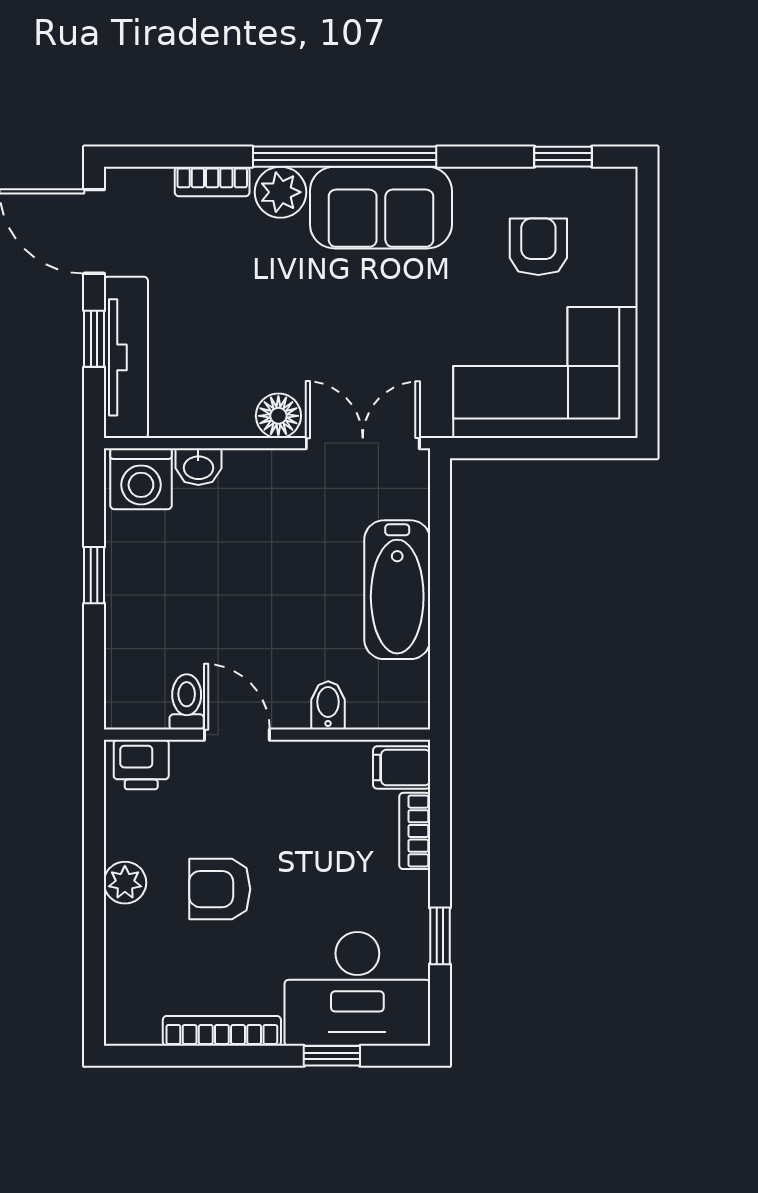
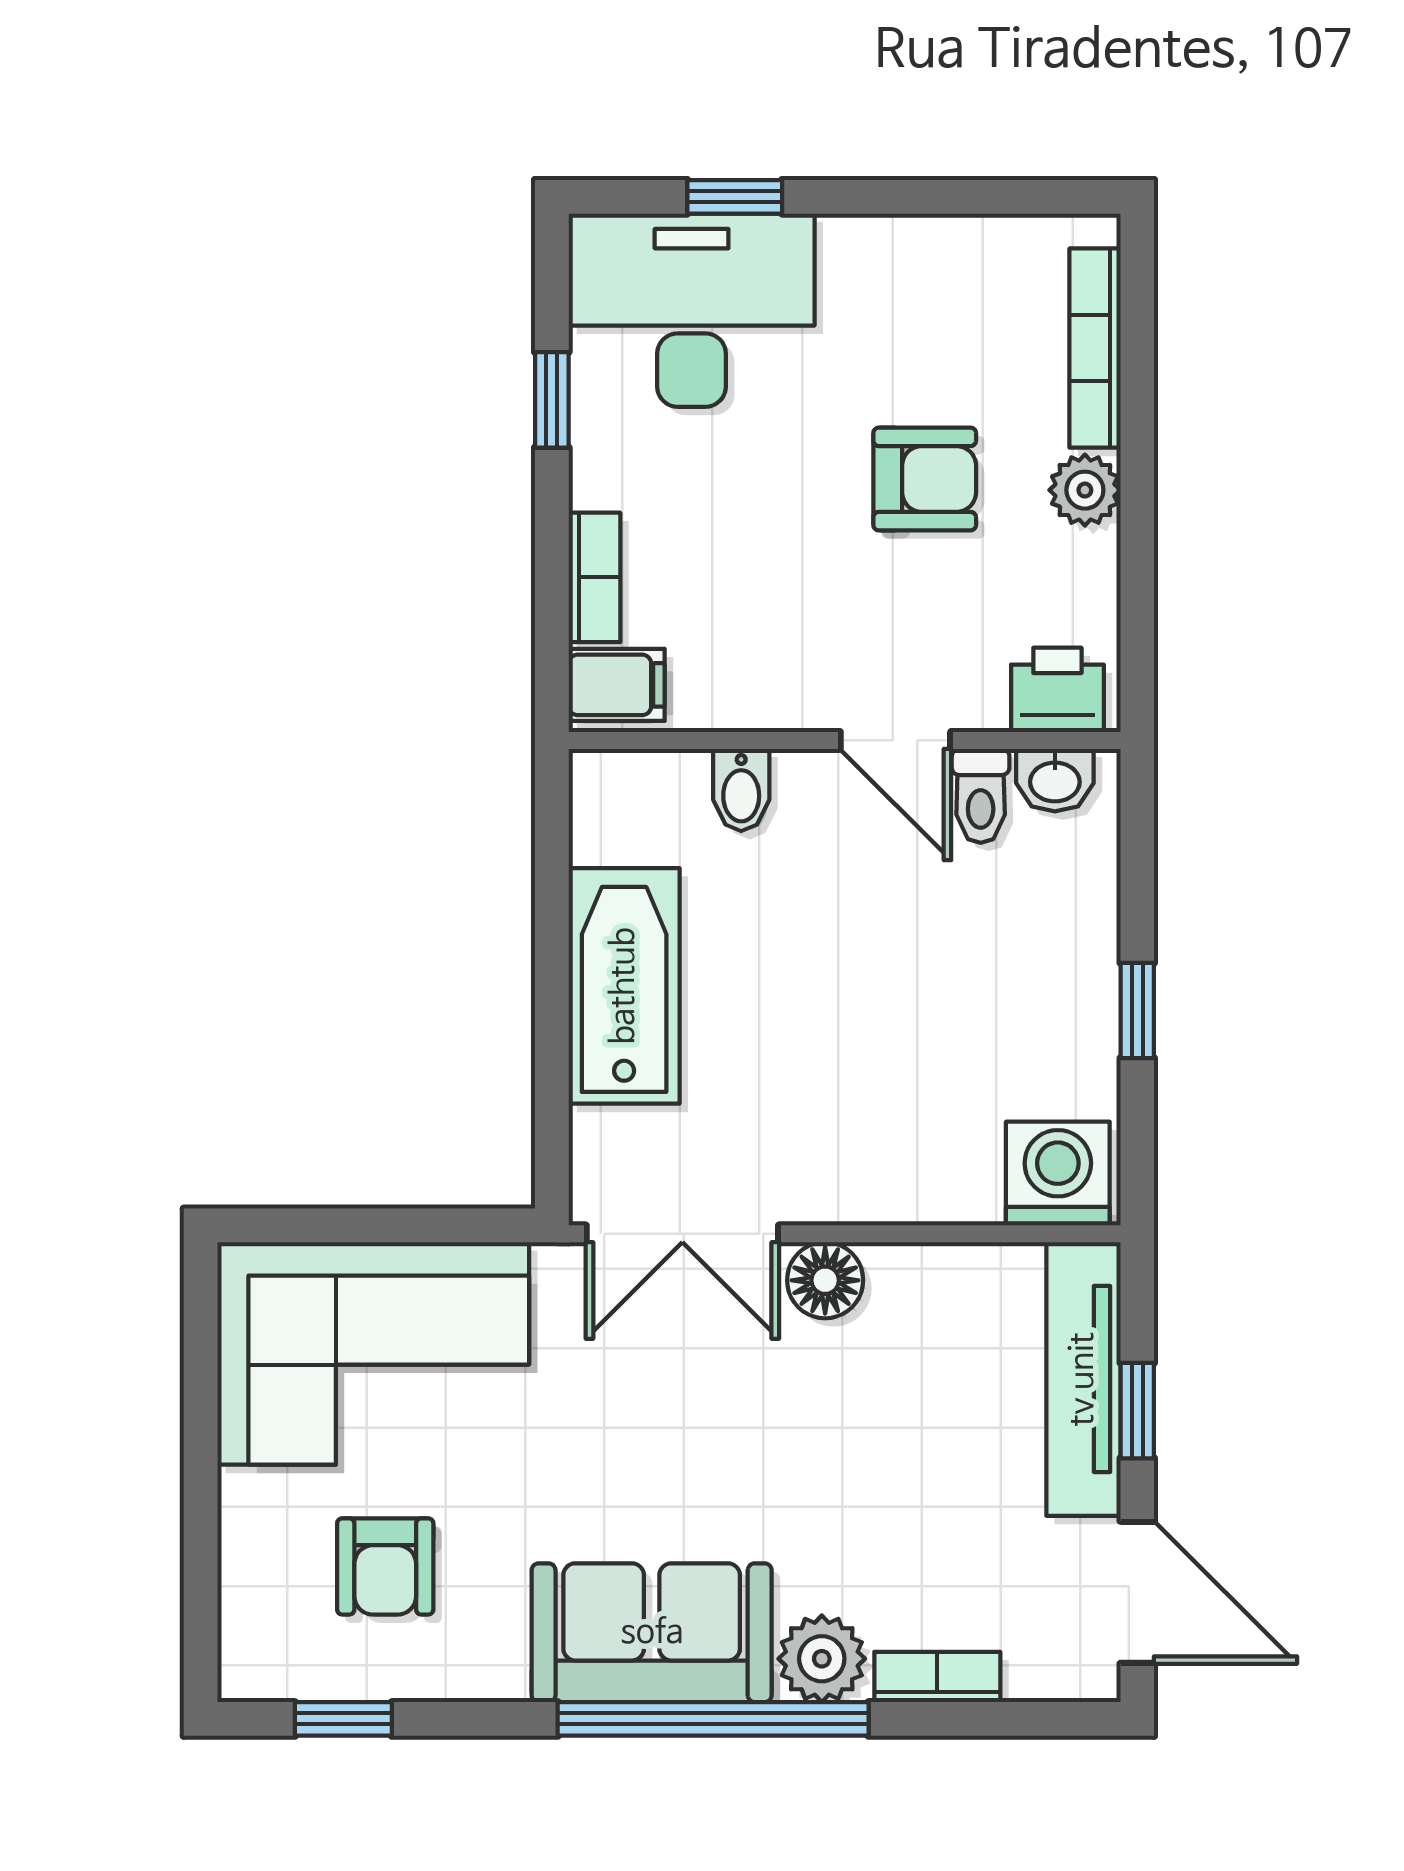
washbasin: (198, 467) -> (1055, 780), moved, turned 180
bookcase: (222, 1031) -> (1095, 348), moved, turned 90

